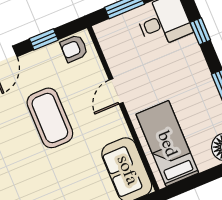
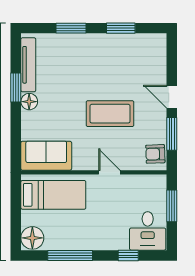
window: (44, 39) -> (172, 134), width x1.50
armchair: (74, 48) -> (155, 154), turned -92

